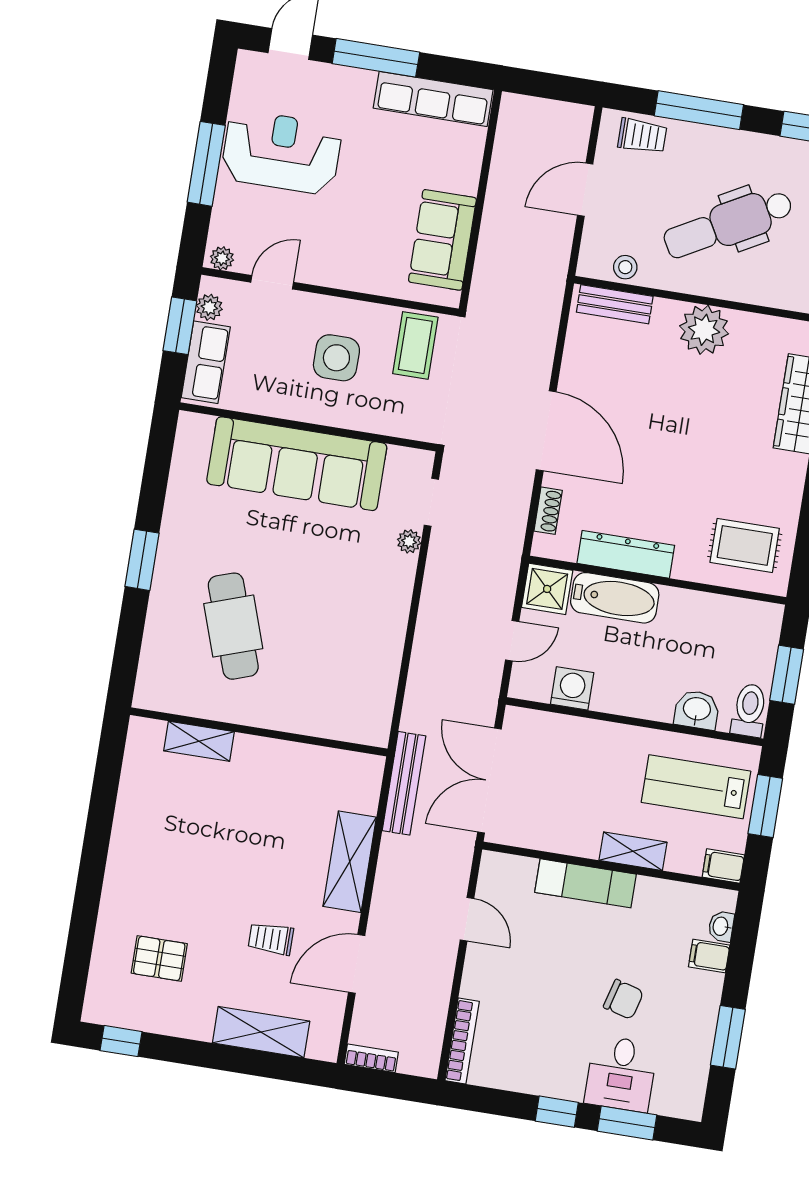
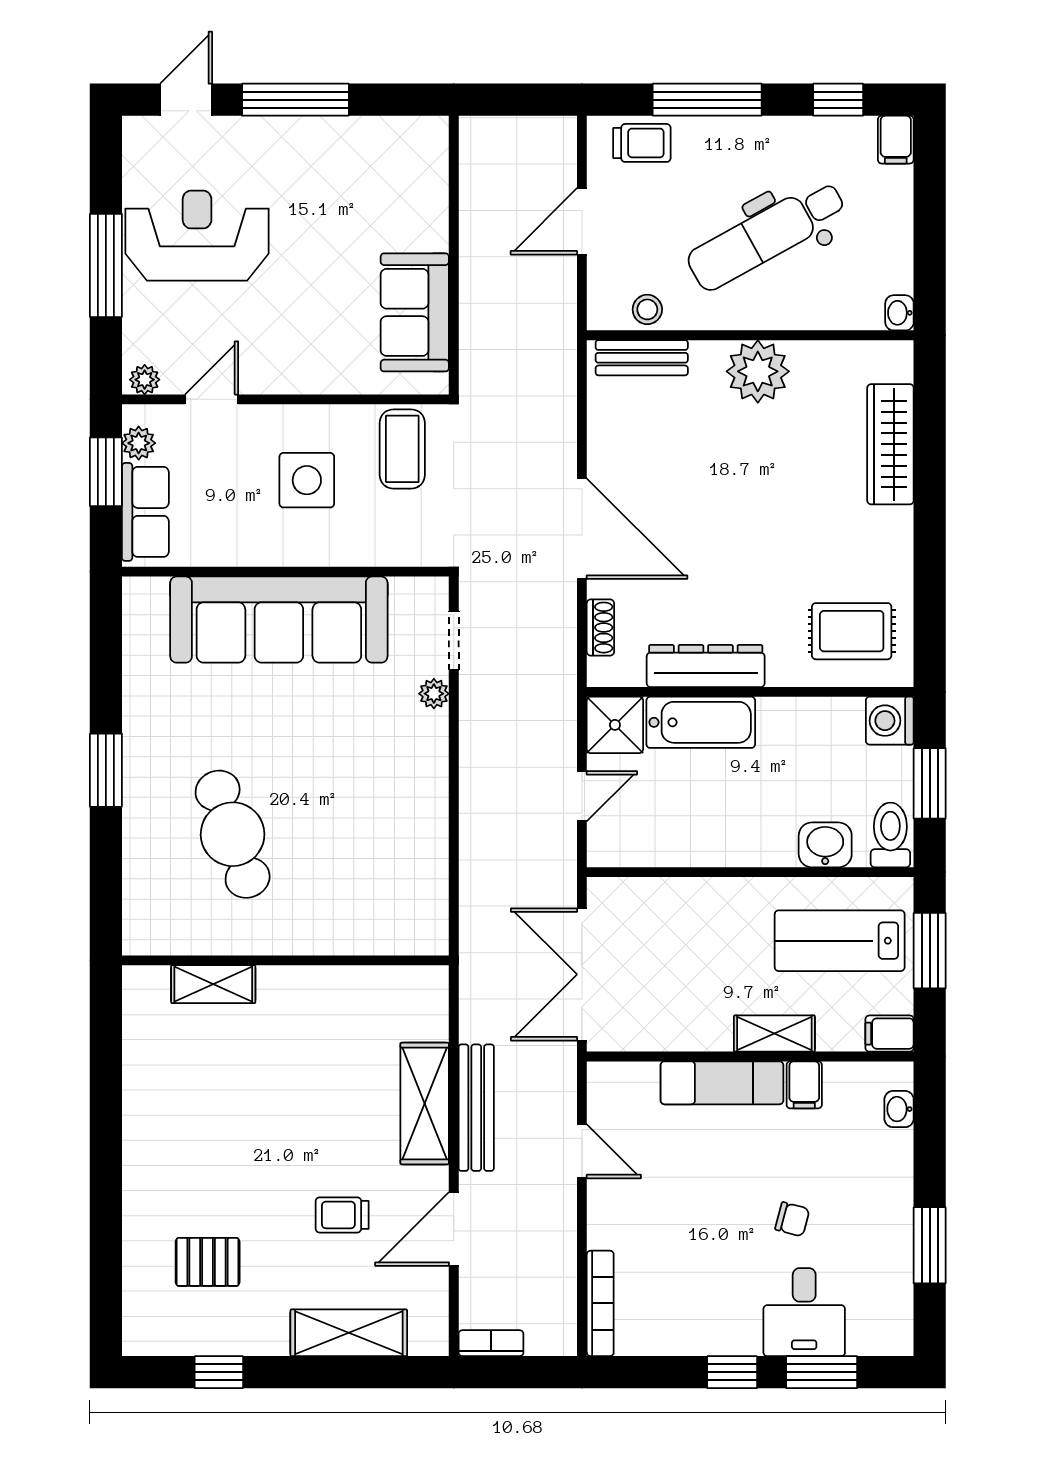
row of seats: (433, 99) -> (375, 139), removed
washing machine: (572, 688) -> (890, 721), moved, turned -90
bench: (404, 783) -> (476, 1108), moved
filing cabinet: (709, 956) -> (804, 1085), moved, turned -90
chair: (623, 999) -> (792, 1219), width x0.73, depth x0.73
window: (121, 1041) -> (219, 1372), moved

